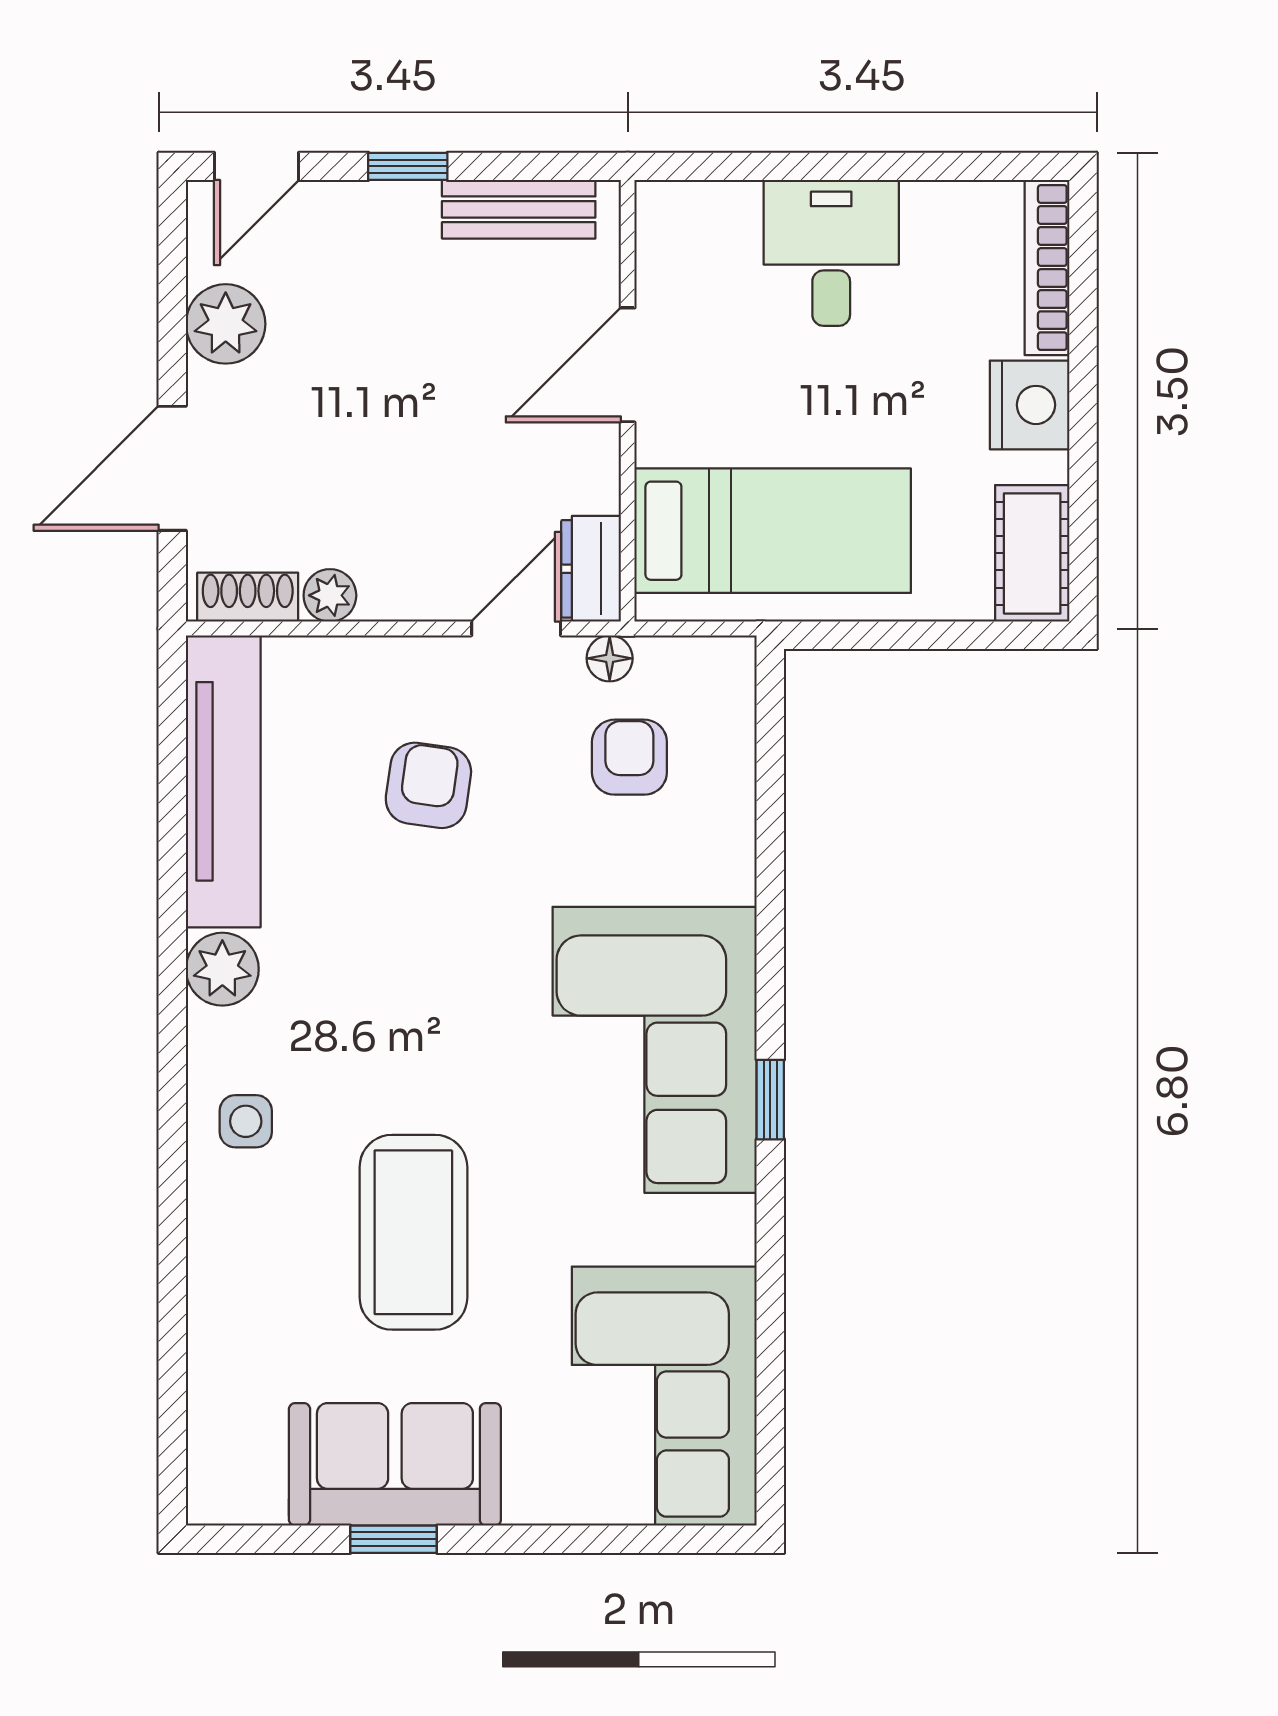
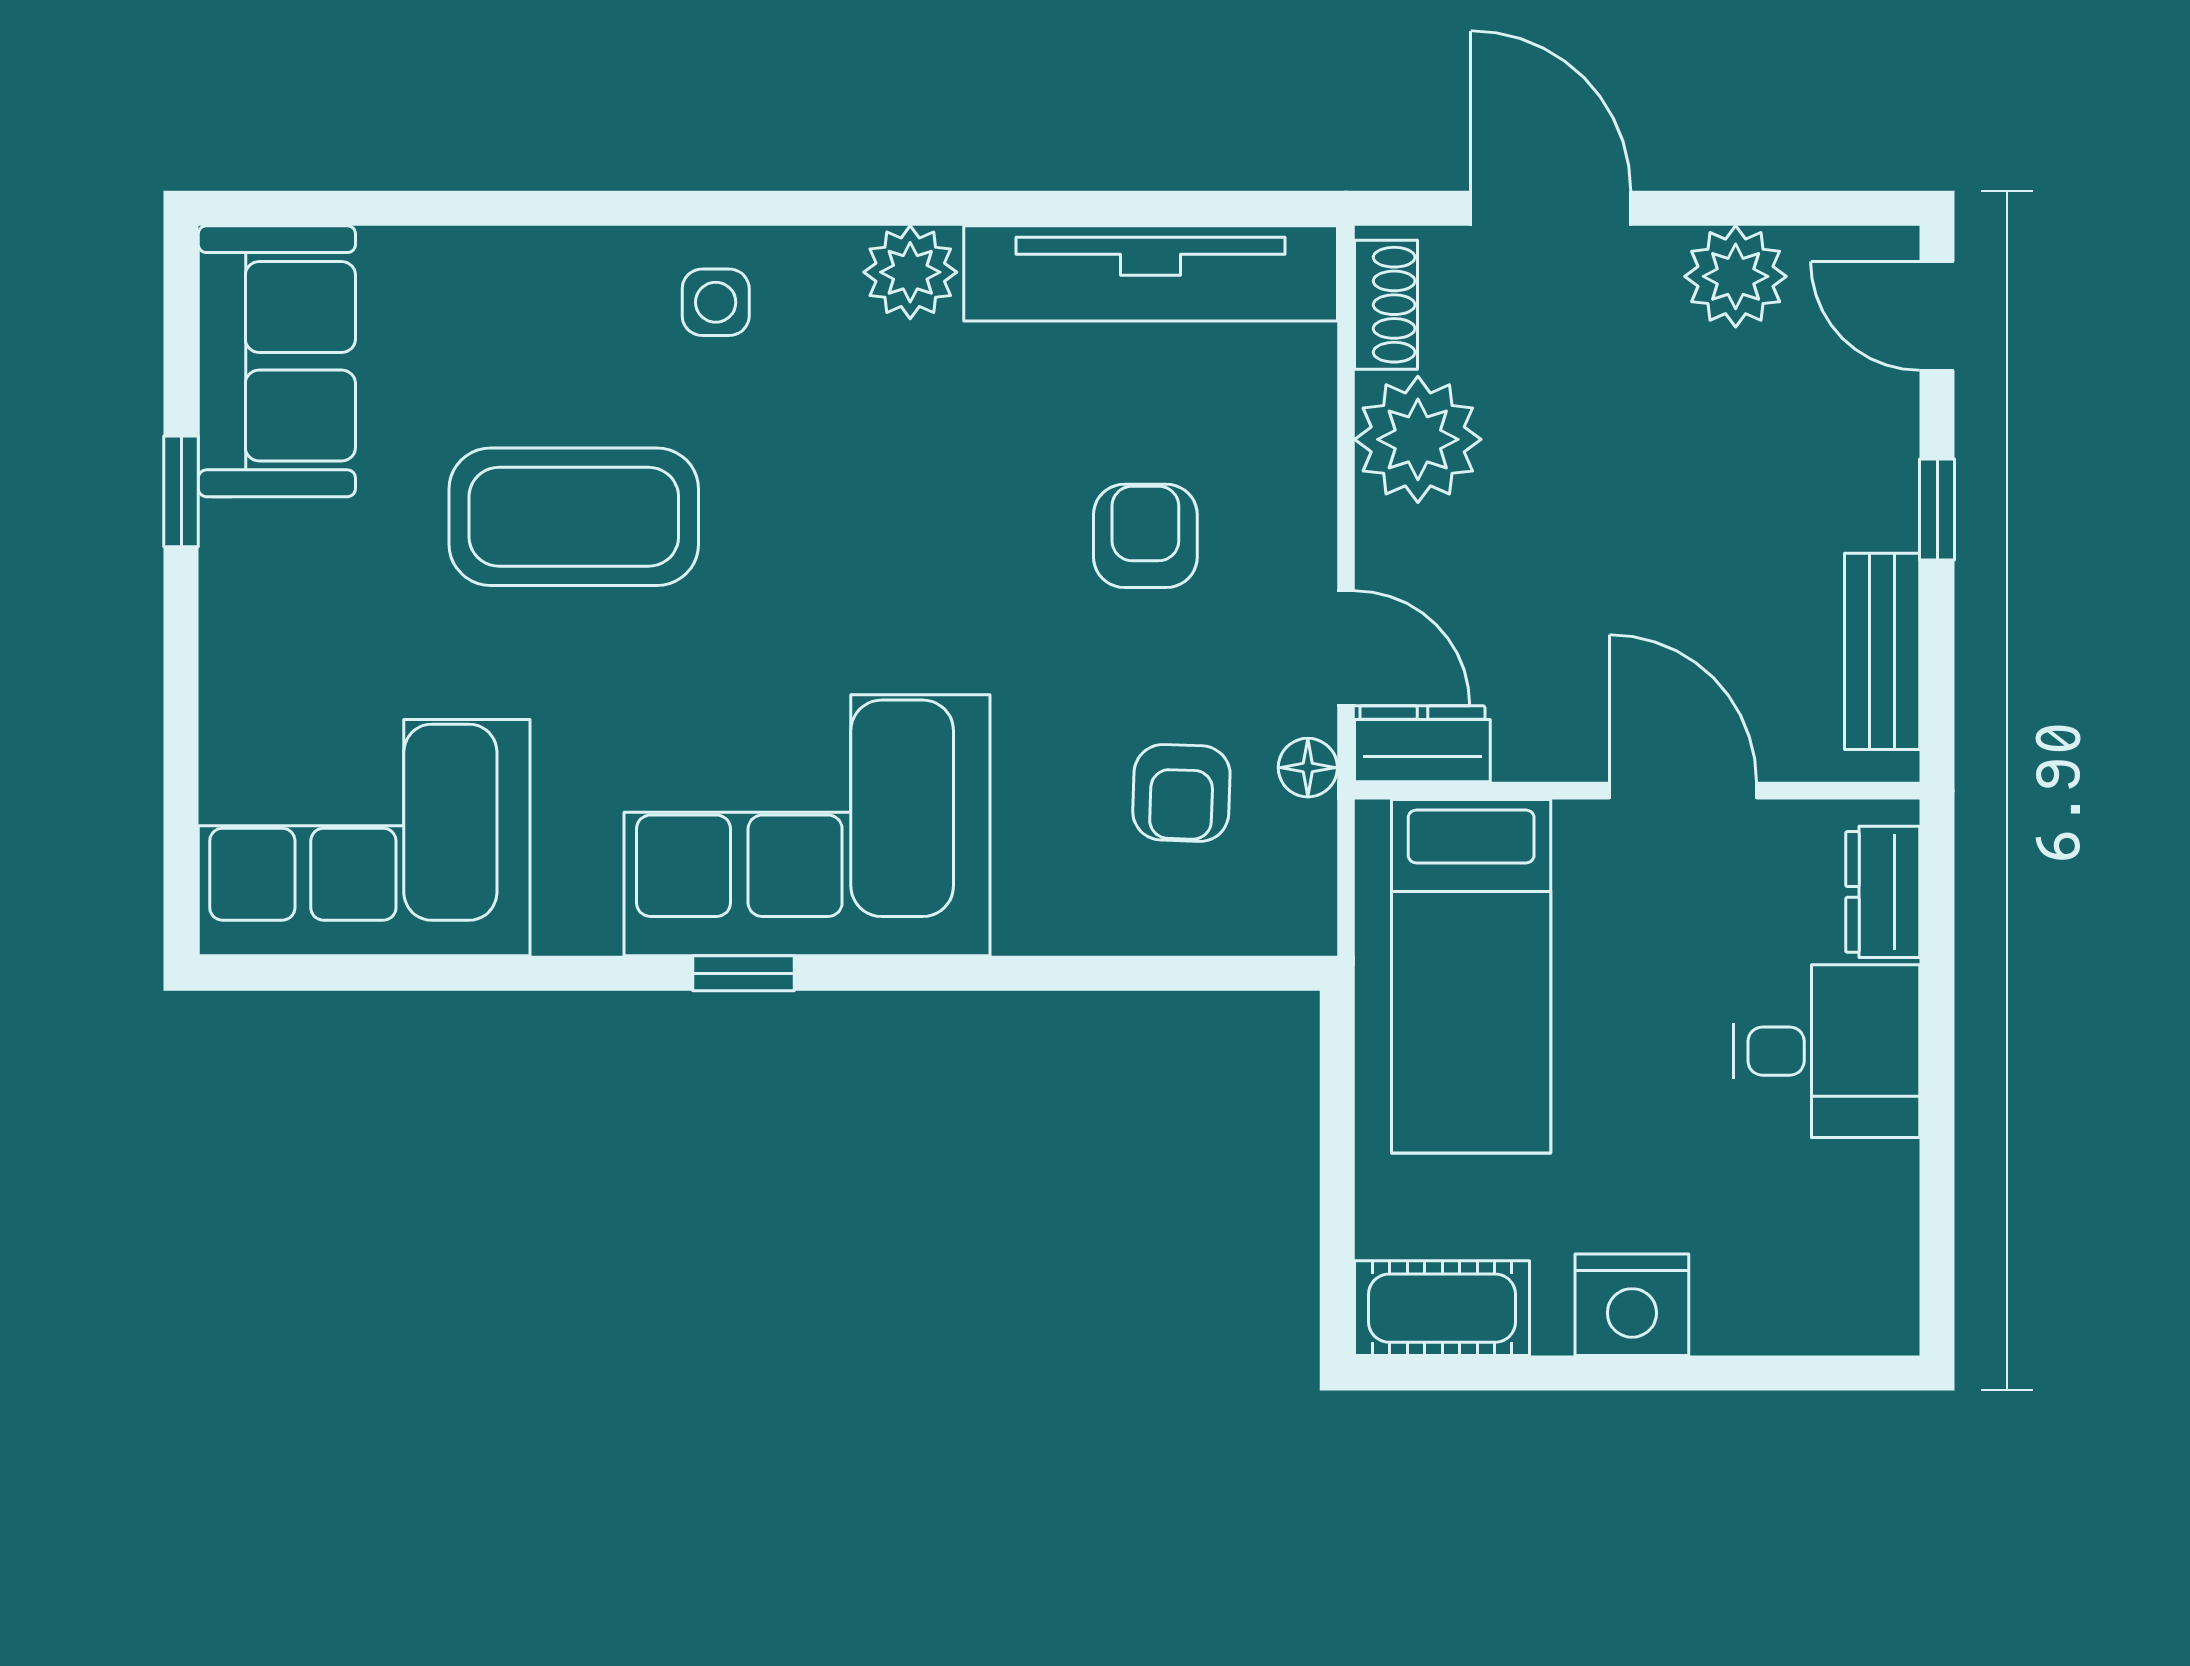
dresser: (707, 209) -> (1883, 892), added
bookcase: (1047, 268) -> (1808, 1327), removed
plant: (330, 595) -> (1418, 439), width x1.87, depth x1.87
armchair: (629, 757) -> (1181, 793), turned 92
armchair: (428, 785) -> (1145, 536), turned -98
sofa: (395, 1464) -> (277, 361), moved

